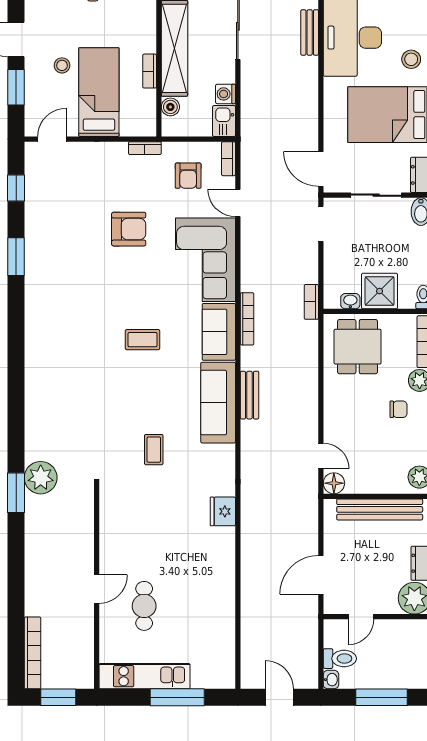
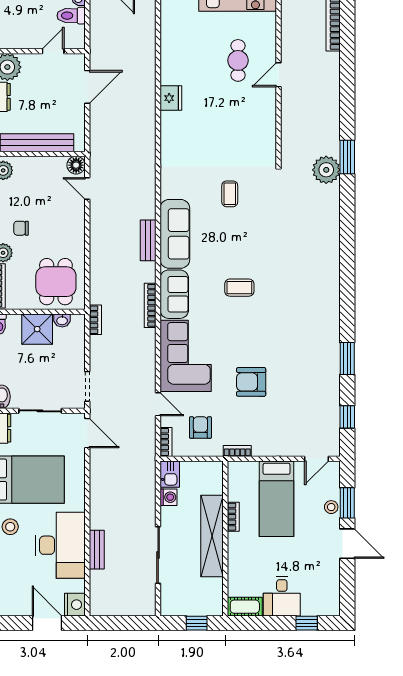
stool: (62, 65) -> (331, 507), moved
boiler: (170, 107) -> (216, 486), removed
fridge: (223, 511) -> (171, 98), moved

